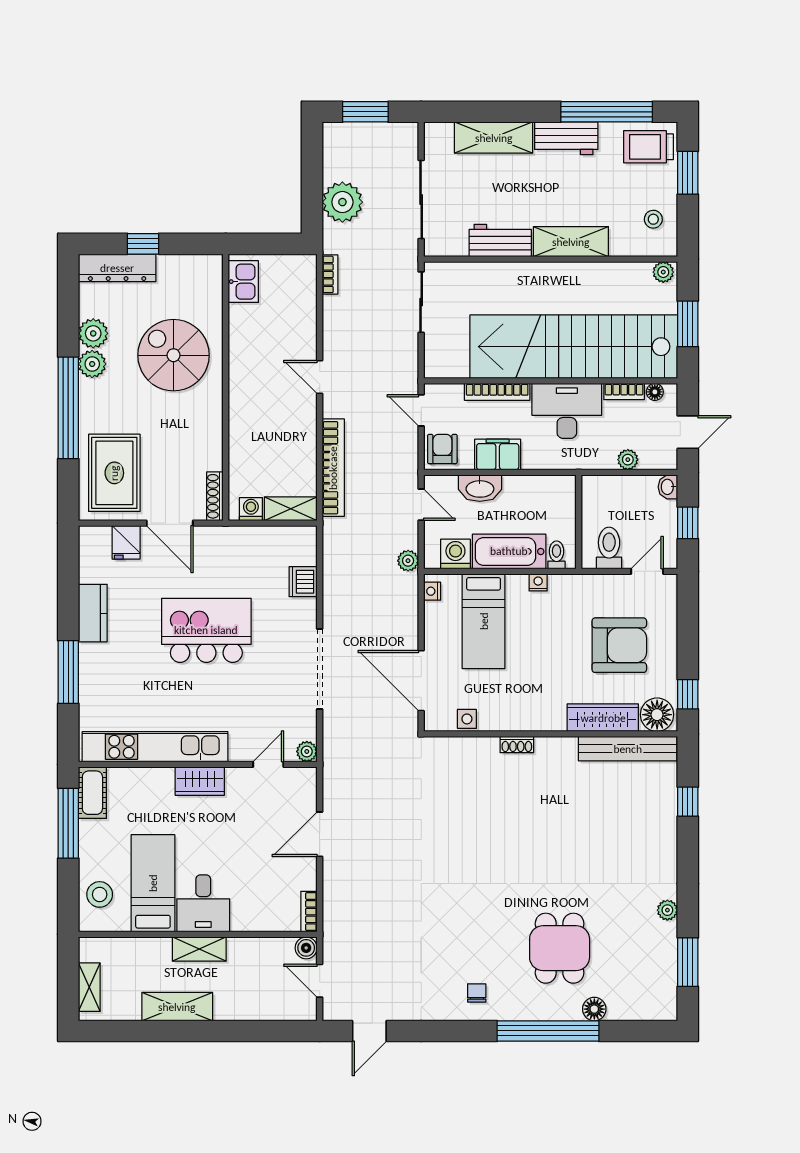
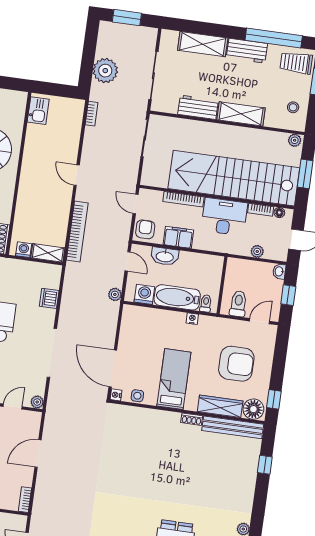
nightstand: (432, 591) -> (116, 395), moved
bed: (484, 621) -> (174, 379), moved, turned 180
shoe rack: (517, 745) -> (192, 419), moved
boiler: (306, 948) -> (20, 522), removed

